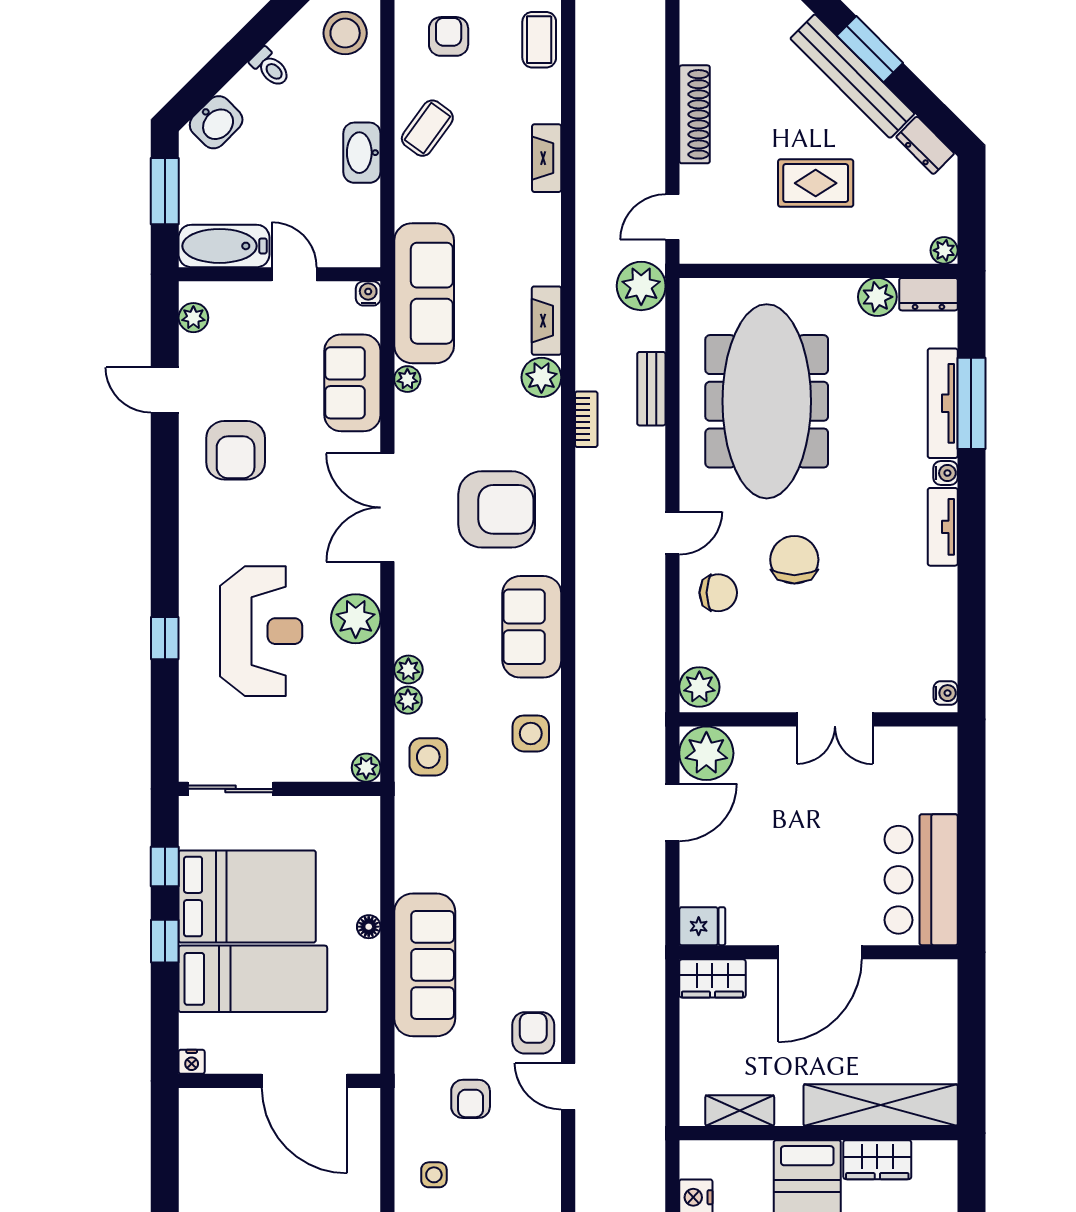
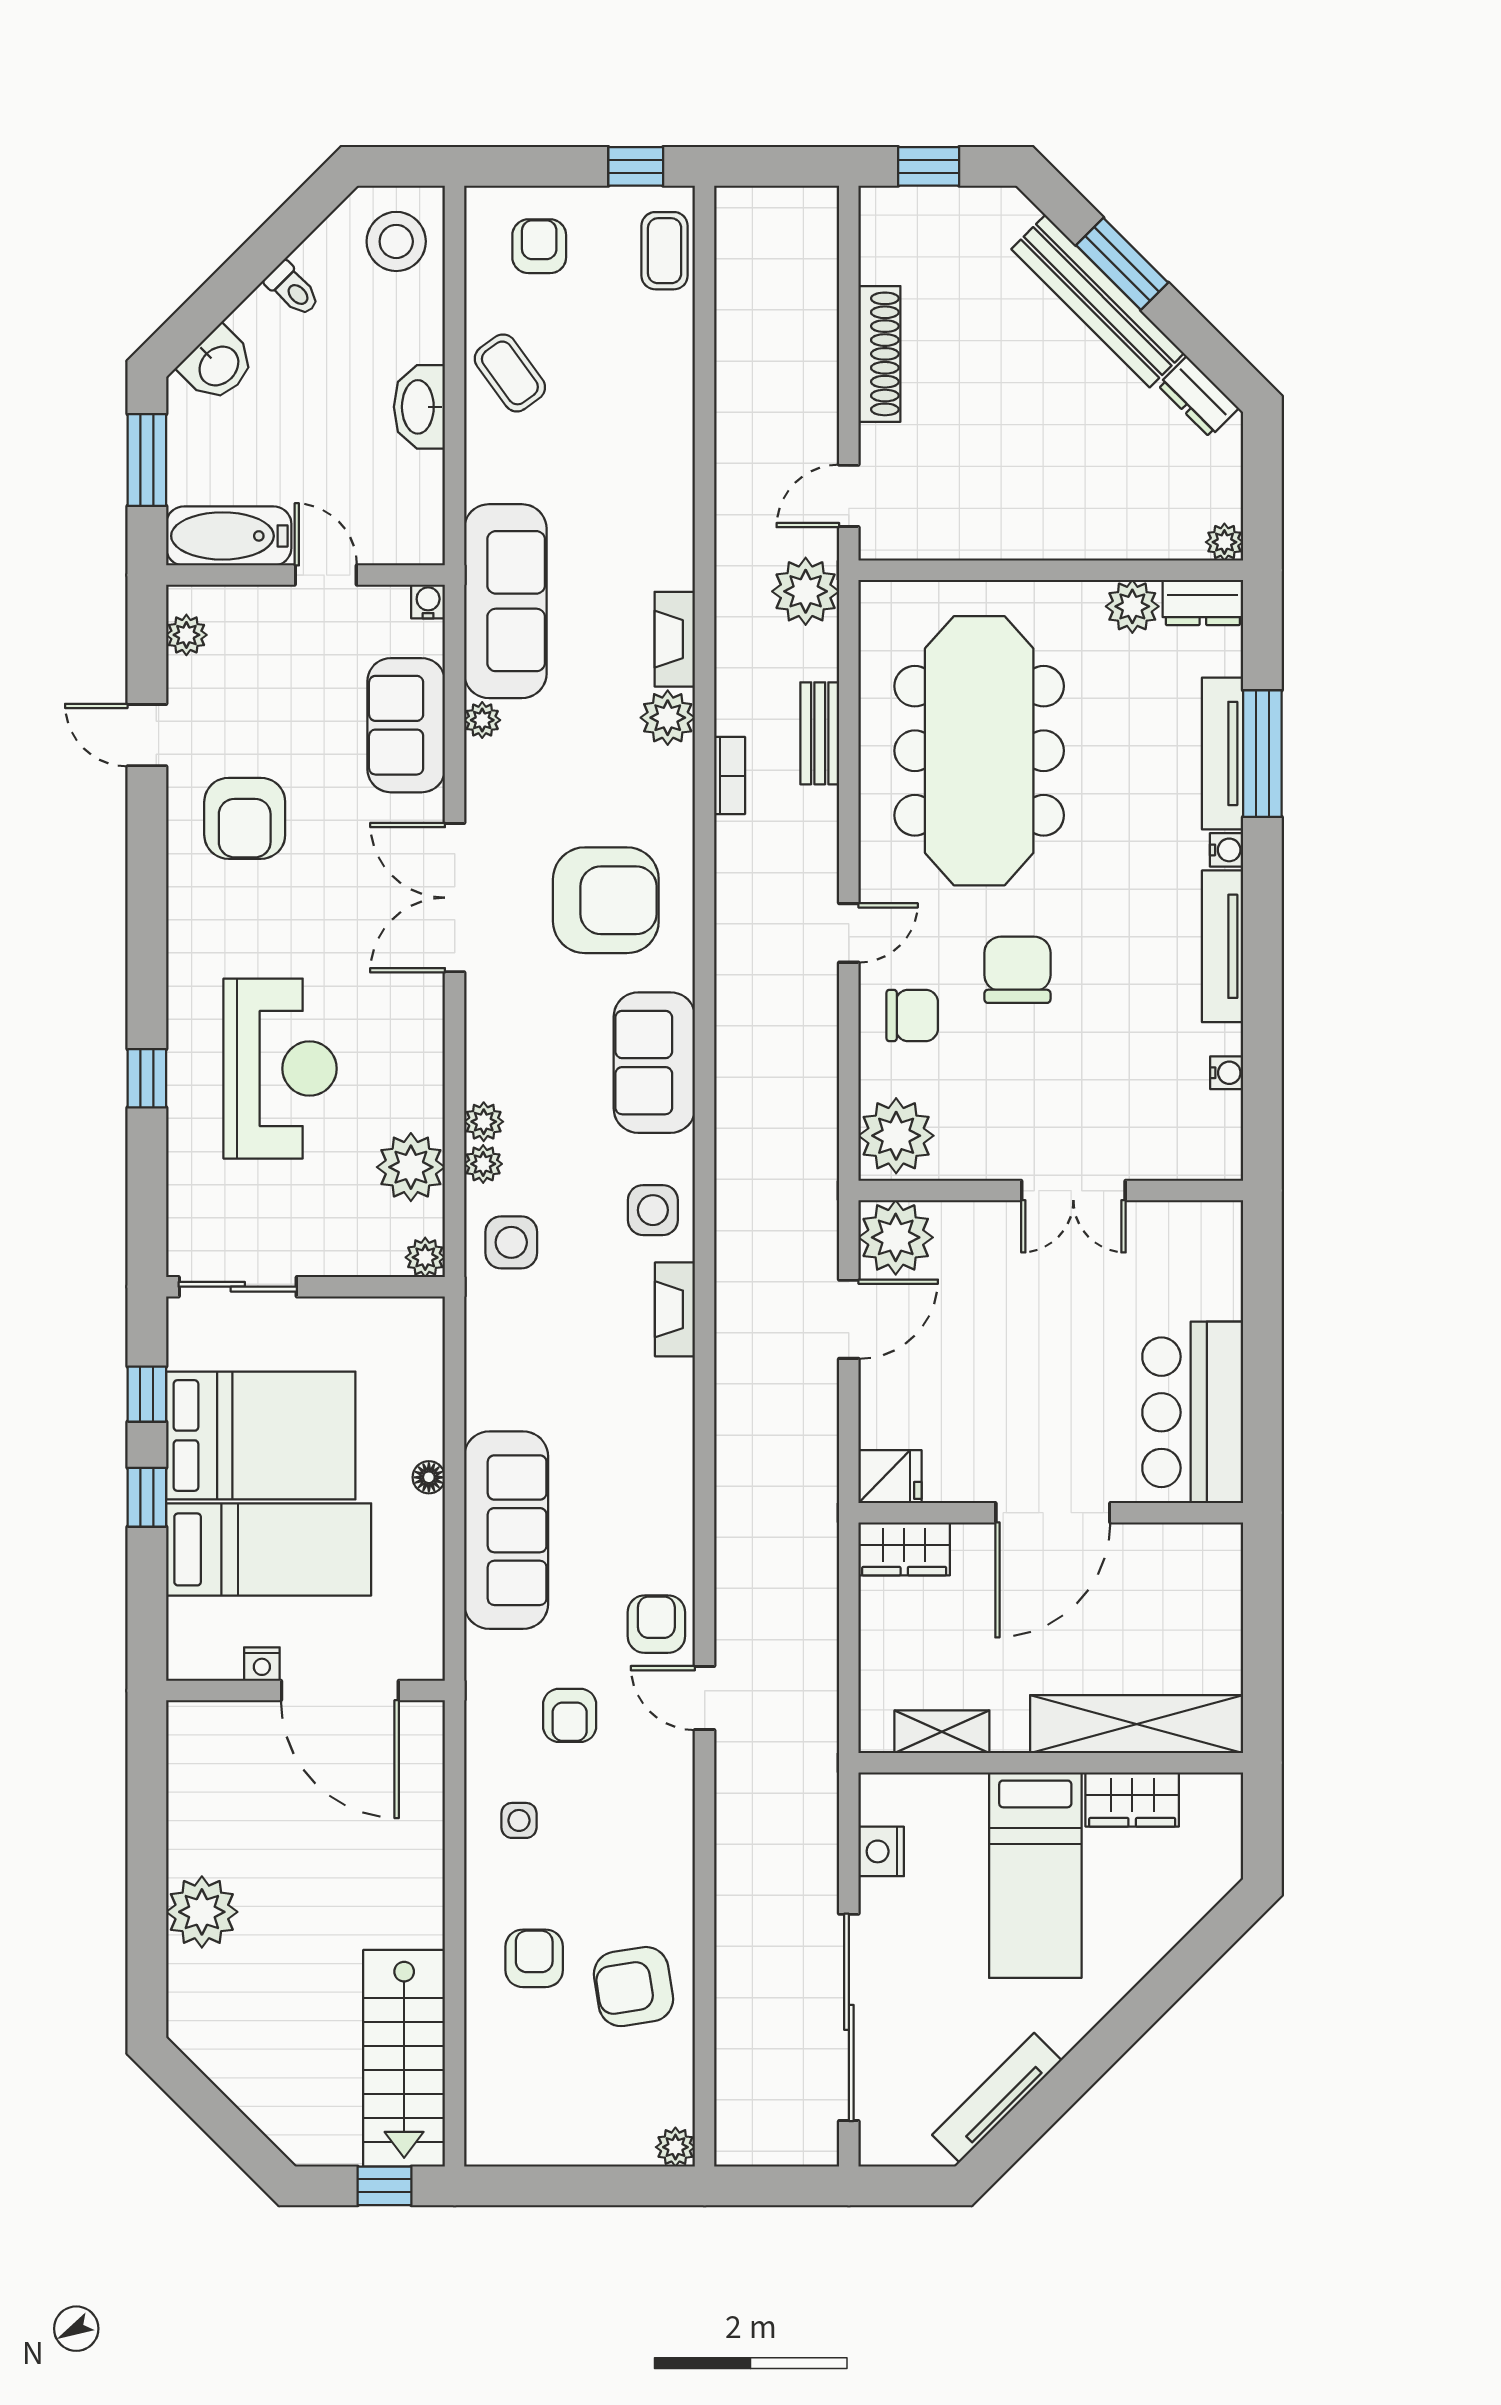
coffee table: (427, 128) -> (510, 373), turned -72
fireplace: (547, 158) -> (675, 1309), moved
rug: (816, 183) -> (1047, 449), removed
tv unit: (943, 527) -> (1223, 946), width x1.41
plant: (356, 619) -> (411, 1167), moved
plant: (699, 687) -> (896, 1136), width x1.36, depth x1.36
water cooler: (946, 693) -> (1227, 1073), moved
nightstand: (192, 1062) -> (262, 1664), moved

